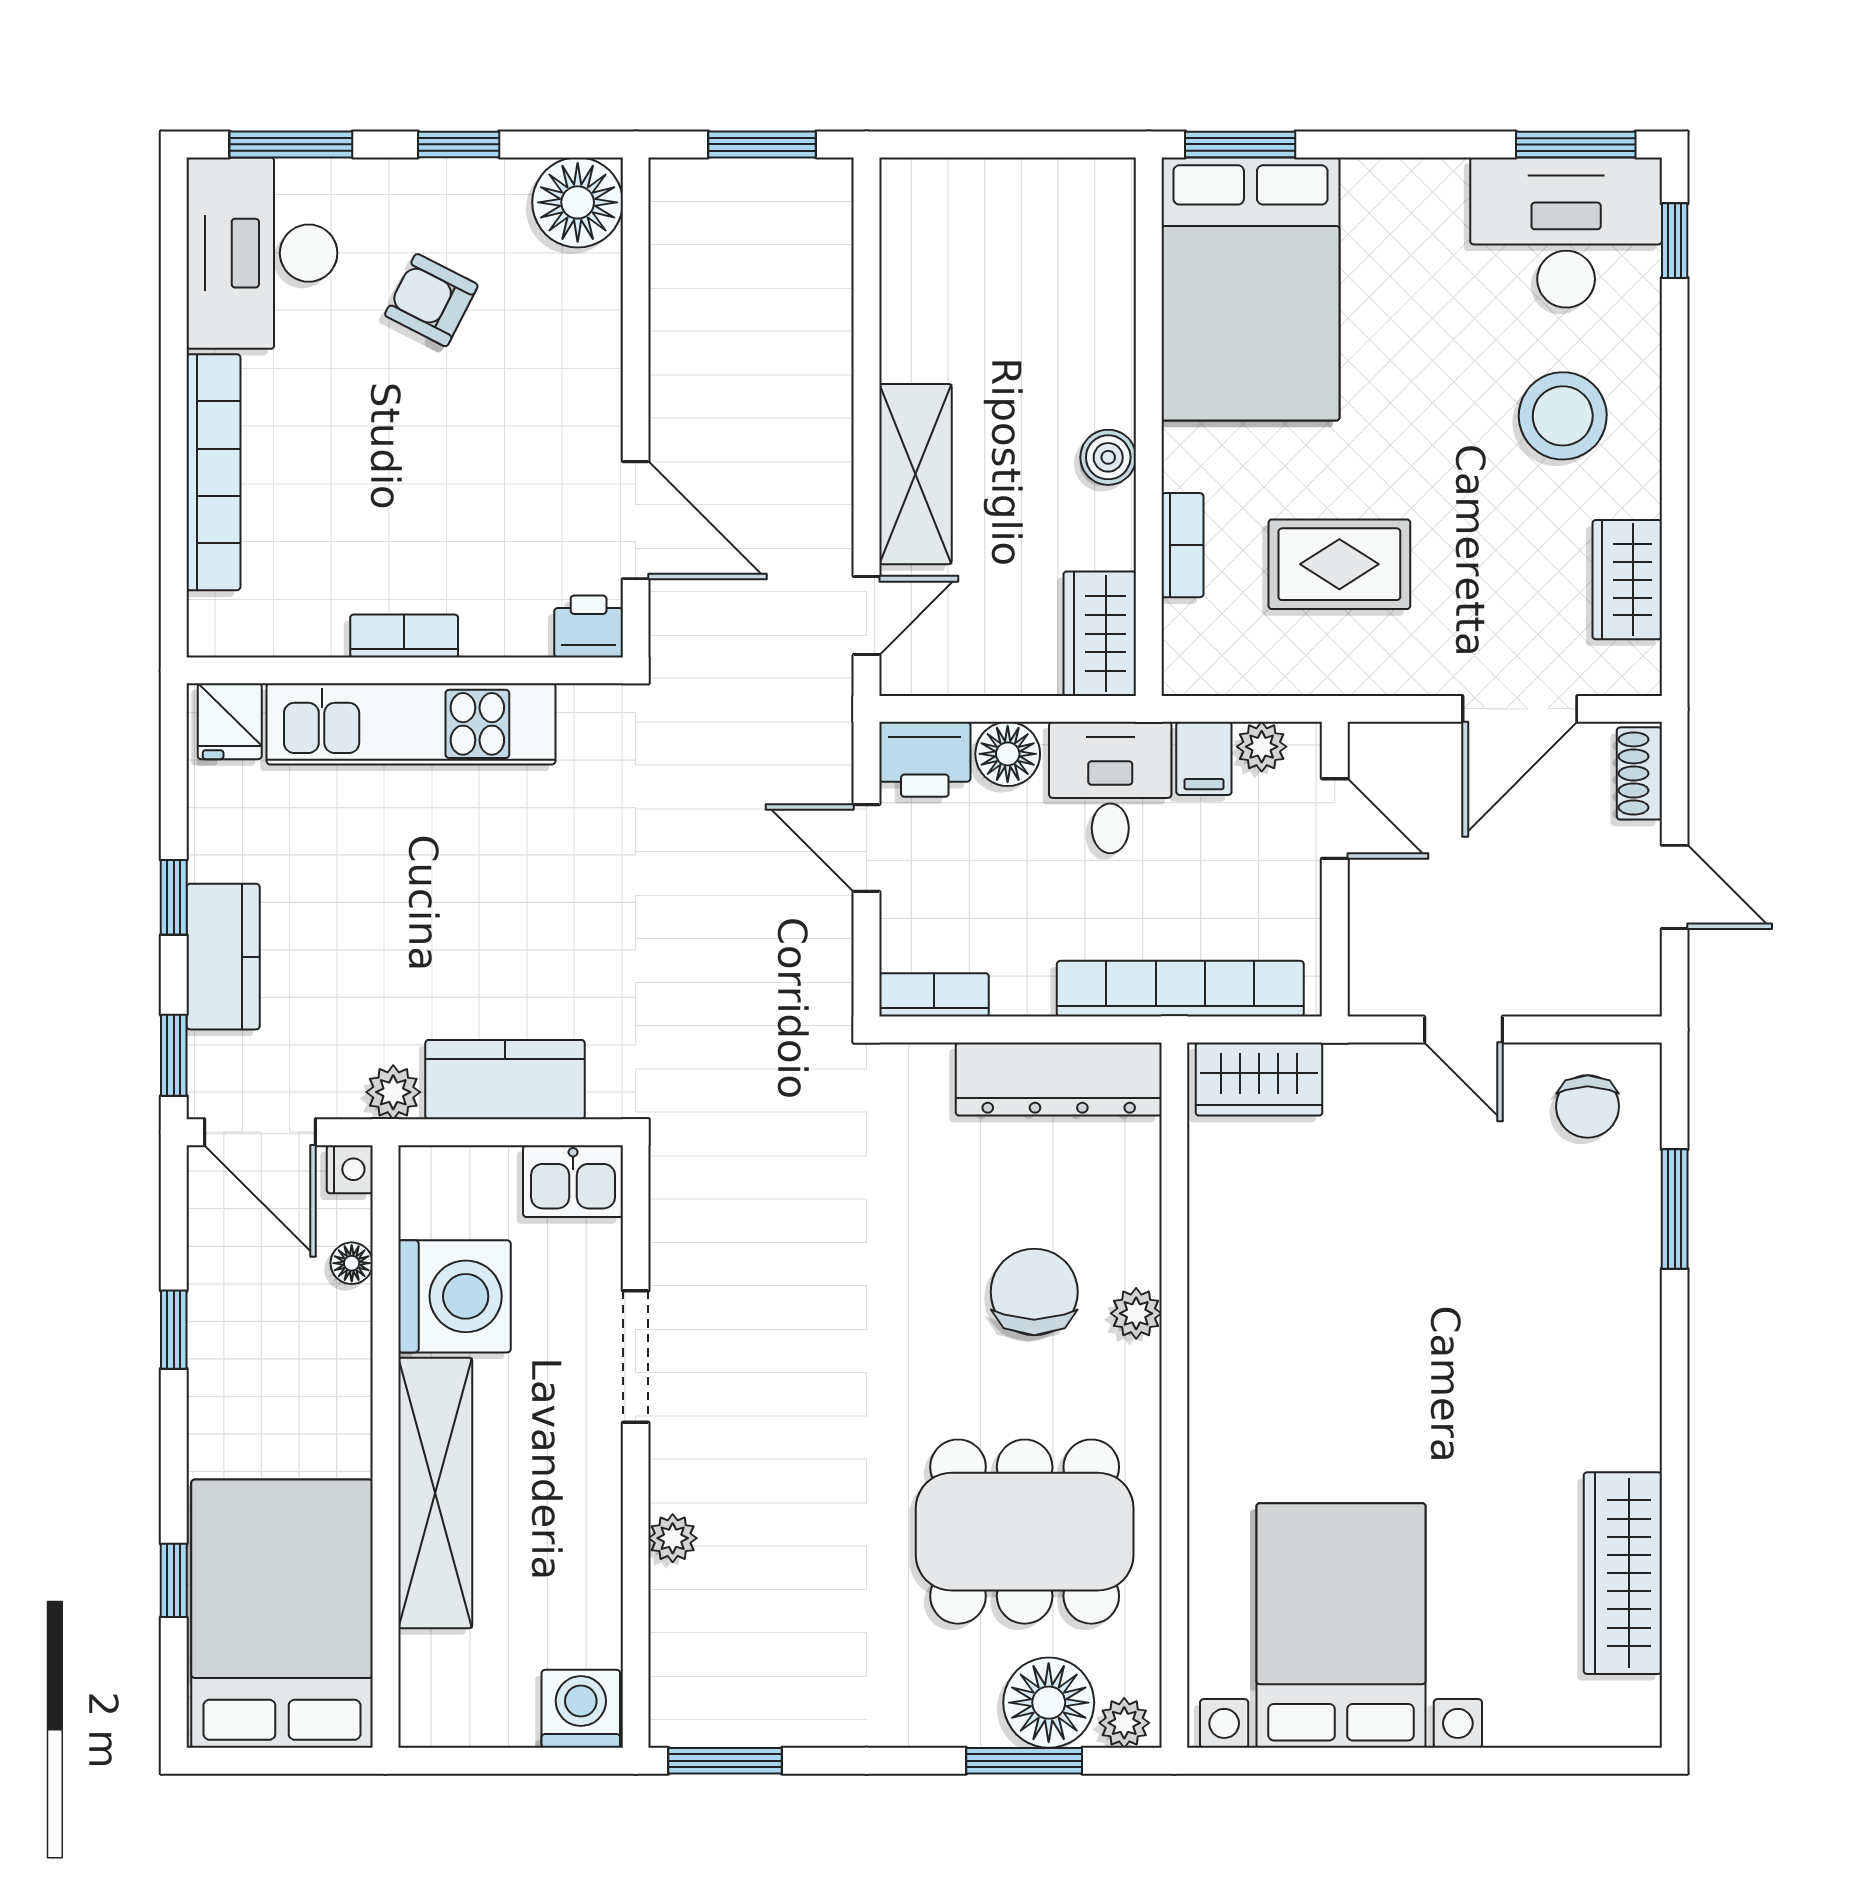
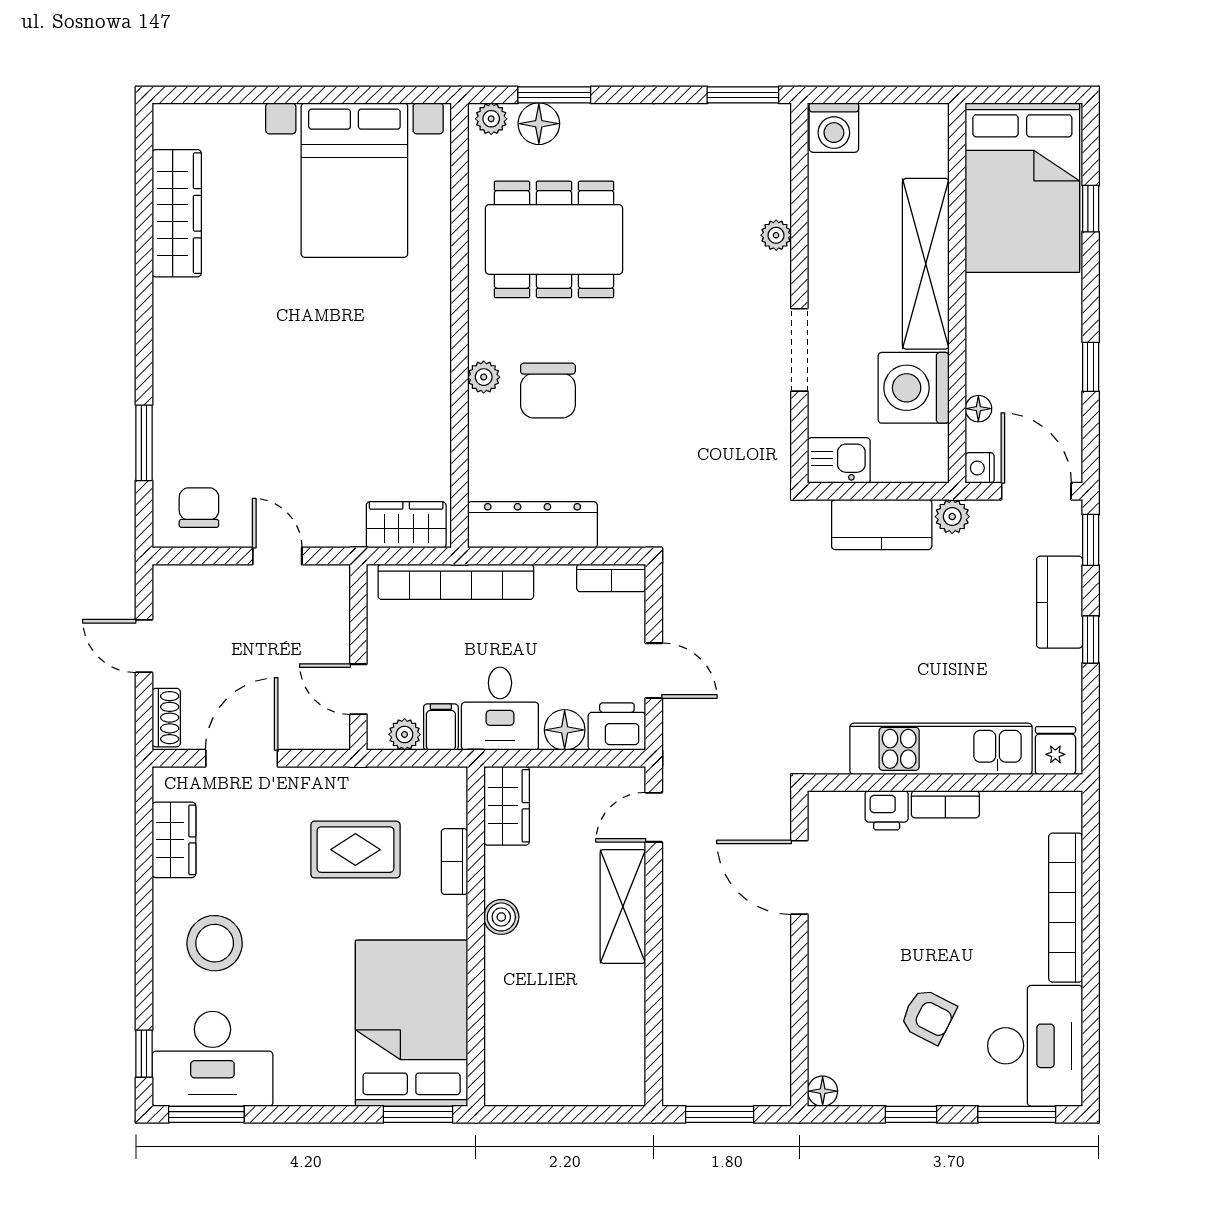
floor lamp: (578, 202) -> (823, 1091), width x0.53, depth x0.53
printer: (589, 626) -> (887, 810), moved
floor lamp: (1049, 1703) -> (539, 124), width x0.73, depth x0.73

